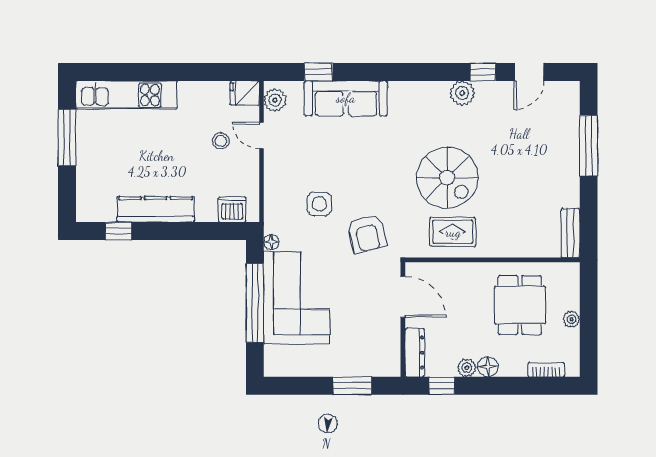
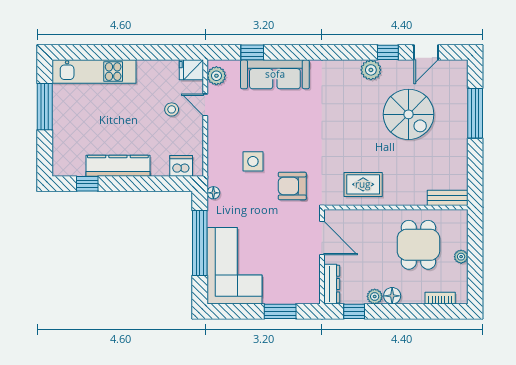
spiral stairs: (447, 178) -> (409, 114), moved
bench: (570, 233) -> (448, 198), moved, turned 90
armchair: (367, 234) -> (292, 186), turned 104
corner sofa: (297, 298) -> (234, 266), moved

